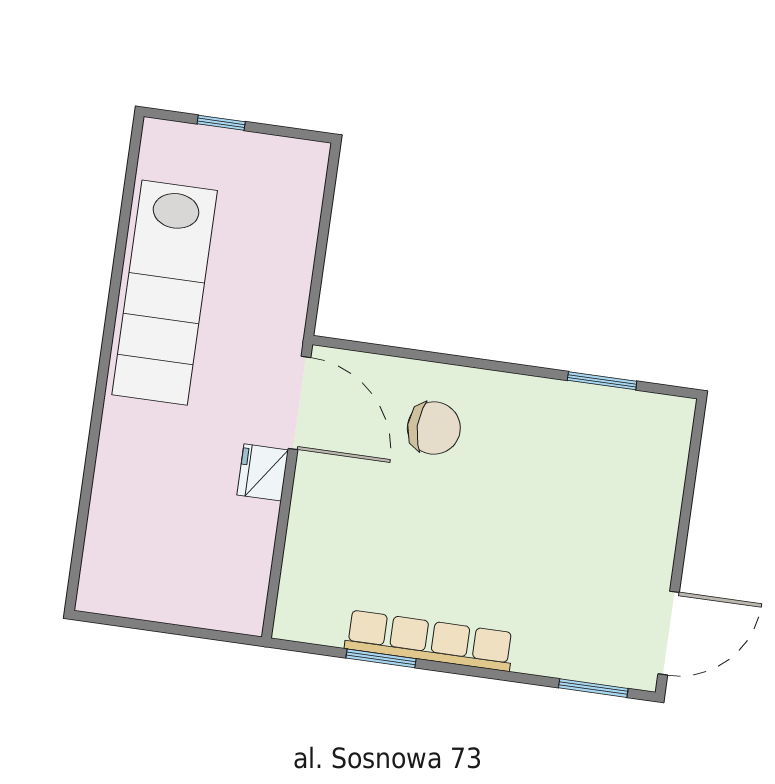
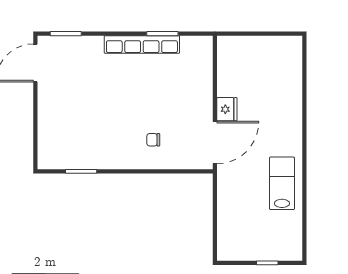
lab bench: (165, 293) -> (282, 183), width x0.54, depth x0.72
door: (299, 403) -> (215, 143), swing flipped
chair: (434, 428) -> (153, 140), width x0.54, depth x0.54

